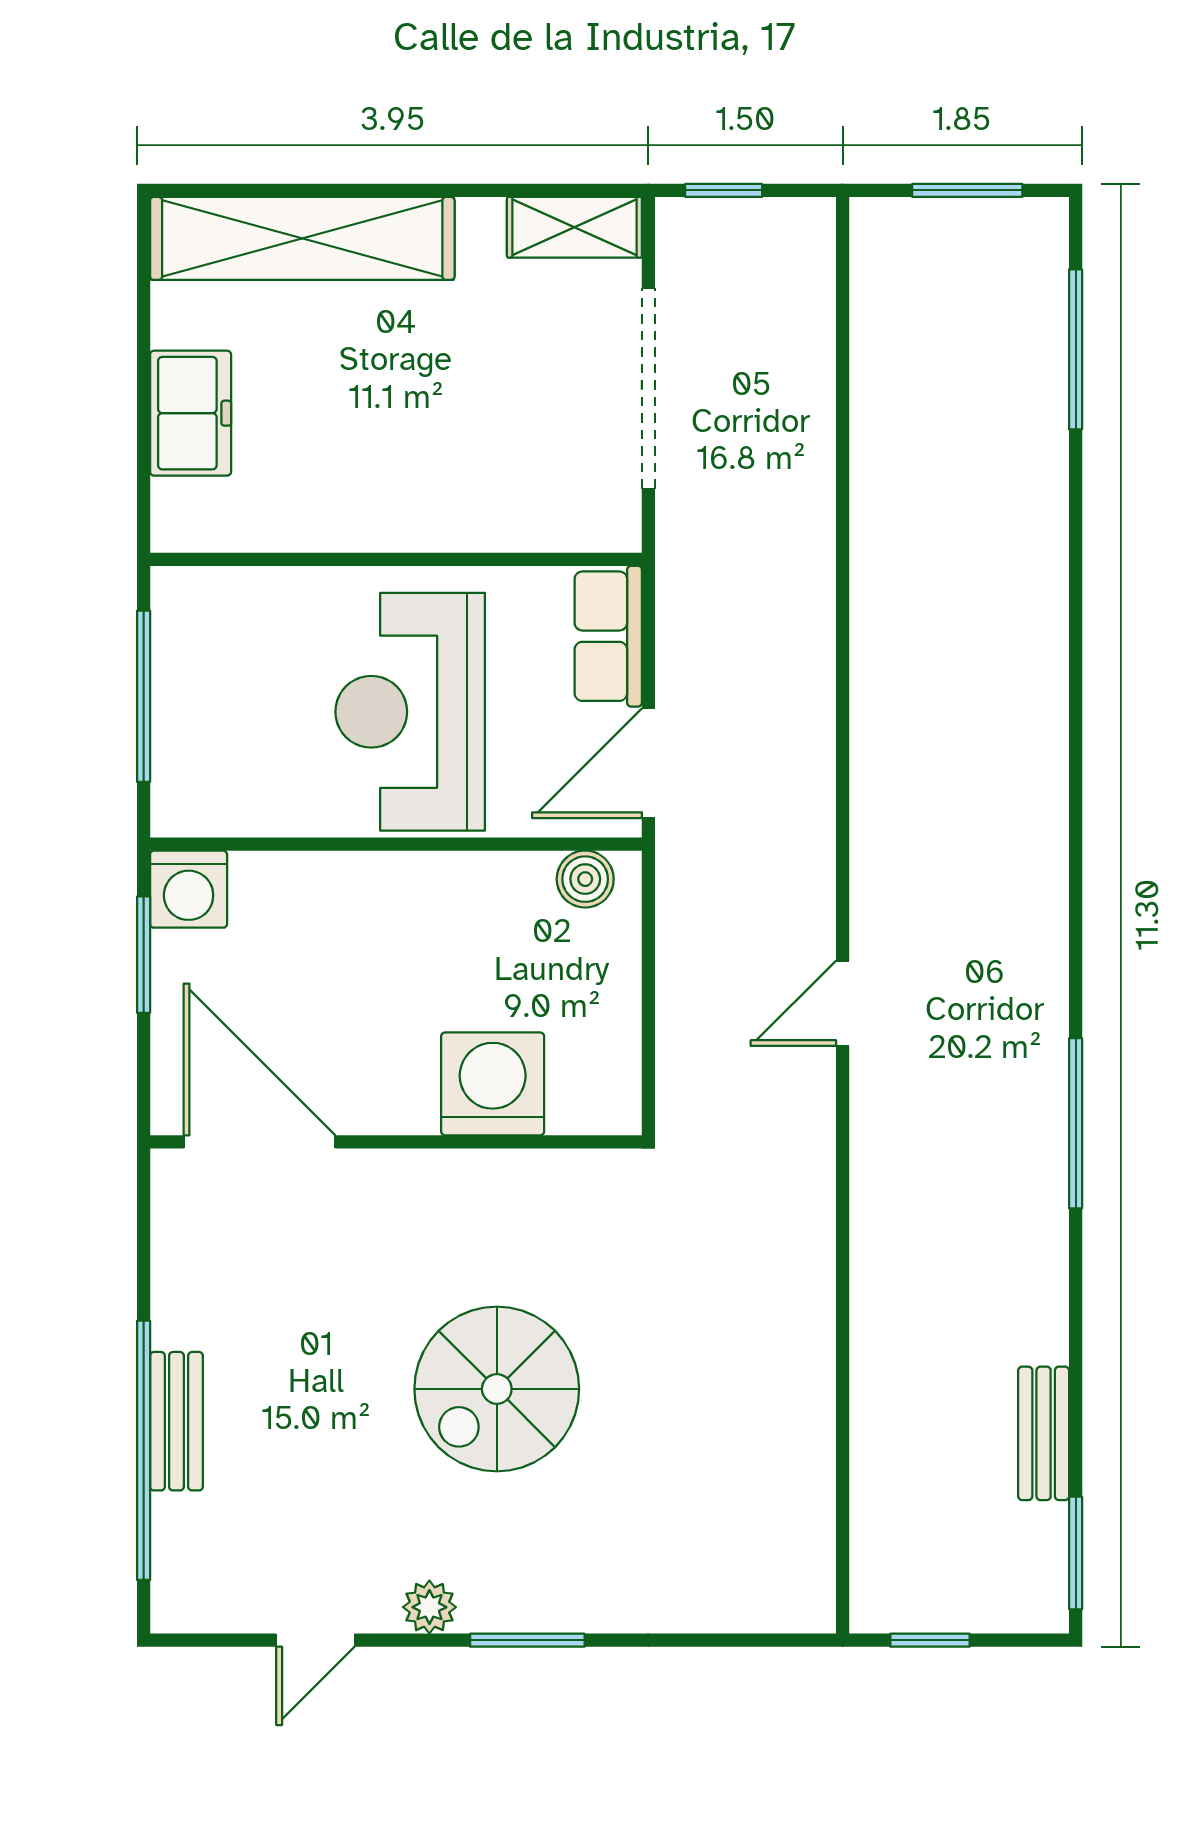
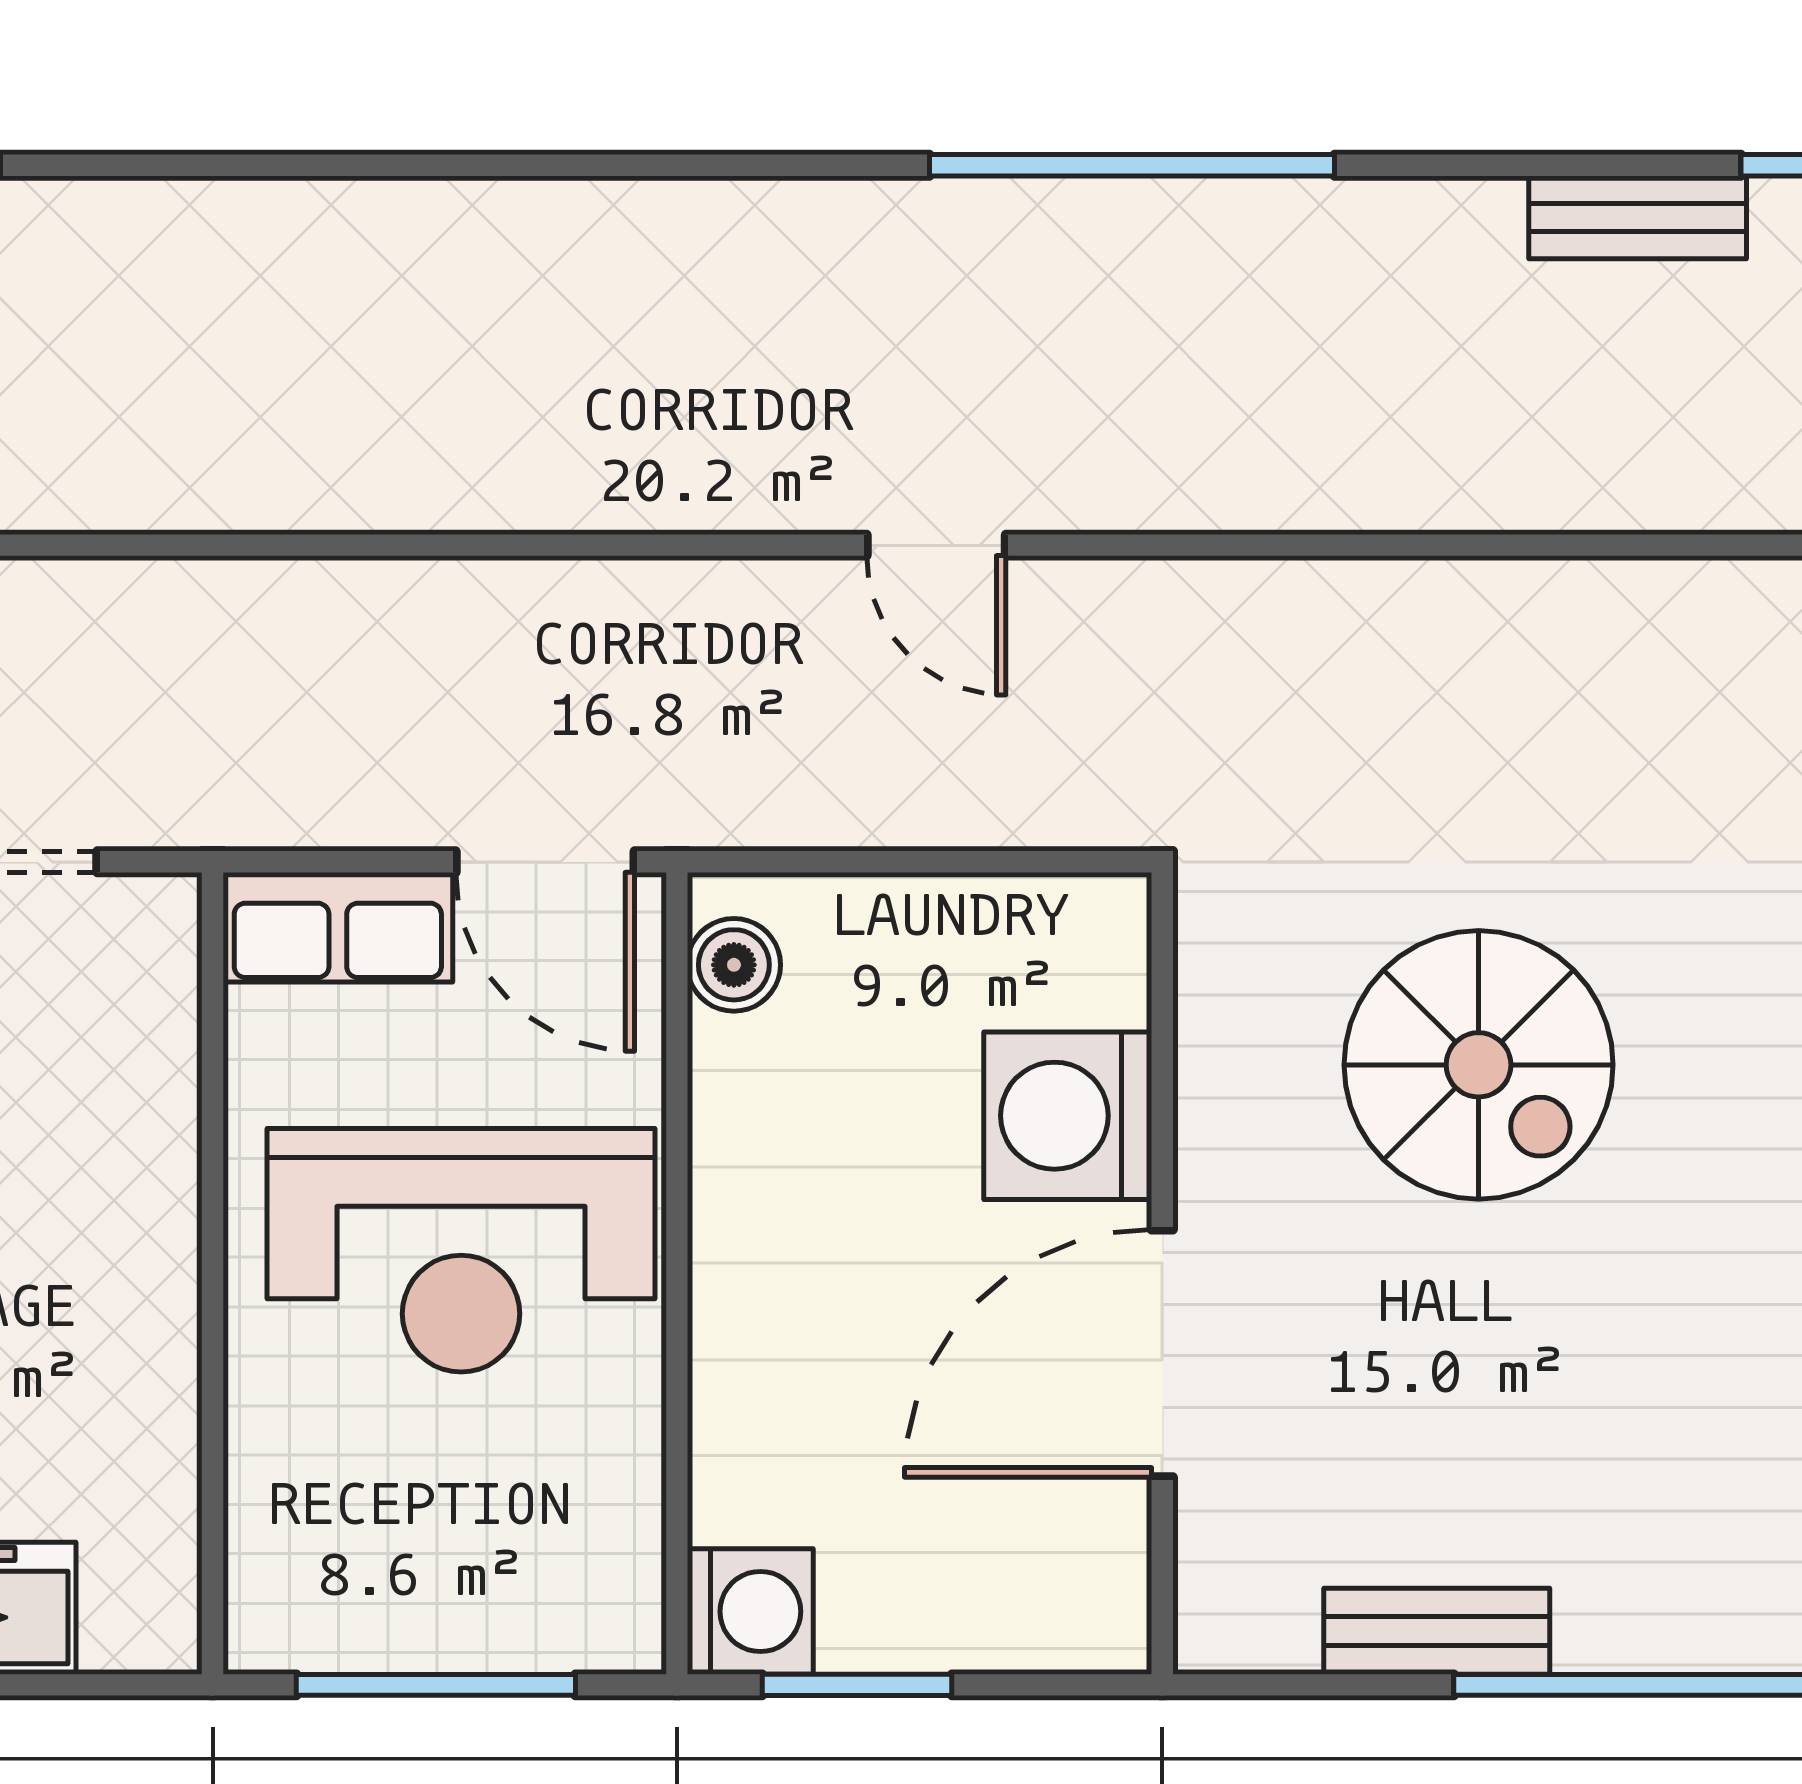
window: (1076, 1123) -> (1132, 165), width x1.46
door: (260, 1142) -> (1162, 1353), moved
spiral stairs: (497, 1389) -> (1479, 1065), moved
bench: (176, 1421) -> (1437, 1631), moved

